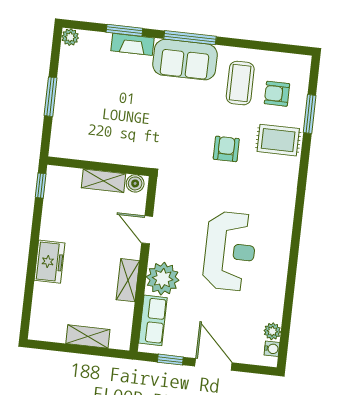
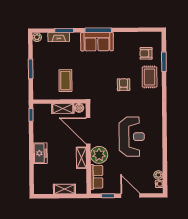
fireplace: (132, 44) -> (59, 37), moved
coffee table: (240, 83) -> (65, 81), moved
rug: (278, 140) -> (150, 77), turned 90
door: (147, 230) -> (88, 131), width x1.87

